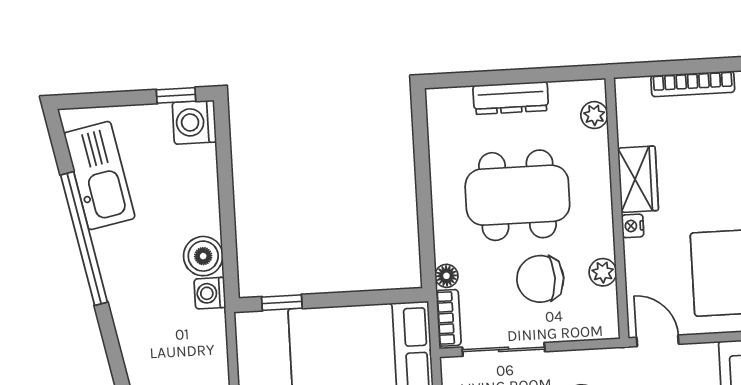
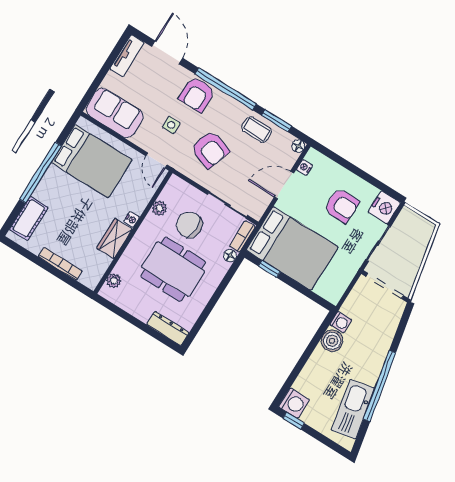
dresser: (511, 98) -> (168, 329), moved
chair: (540, 279) -> (189, 225), turned 180
window: (282, 303) -> (269, 269), moved

